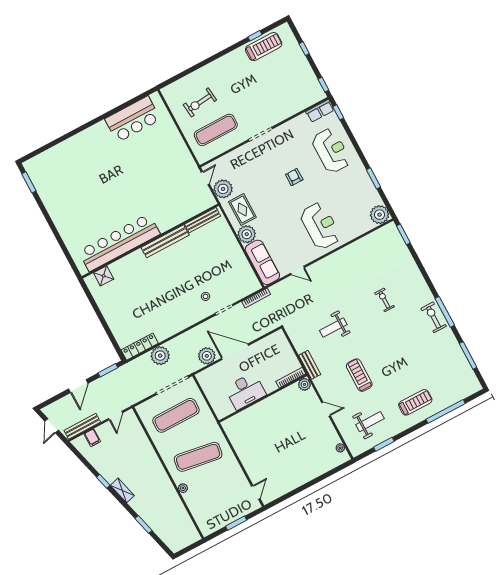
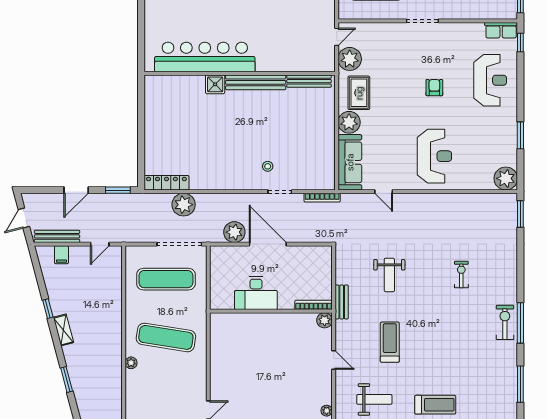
shower: (104, 276) -> (215, 84), moved
weight bench: (333, 327) -> (389, 275), turned -90

